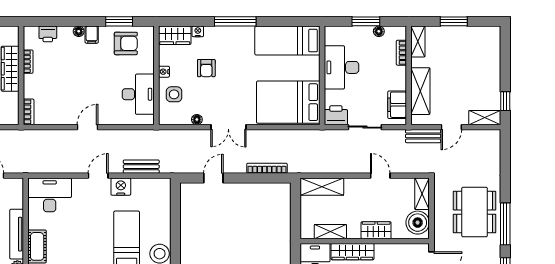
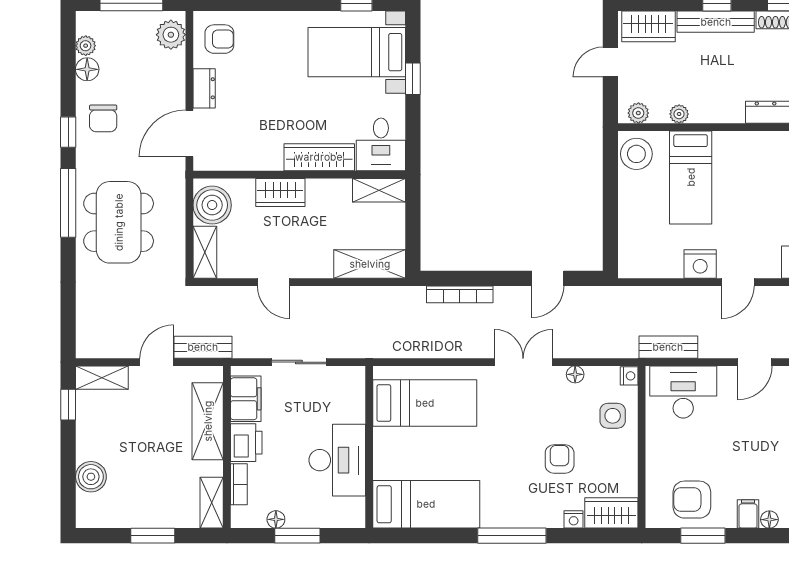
boiler: (491, 57) -> (91, 477), added
nightstand: (164, 72) -> (629, 376), moved
desk: (138, 94) -> (683, 392), moved, turned 90
bed: (288, 102) -> (425, 403), width x0.67
printer: (336, 115) -> (246, 443), moved, turned -90
bench: (141, 167) -> (668, 347), moved
shelving: (330, 232) -> (379, 190), moved

